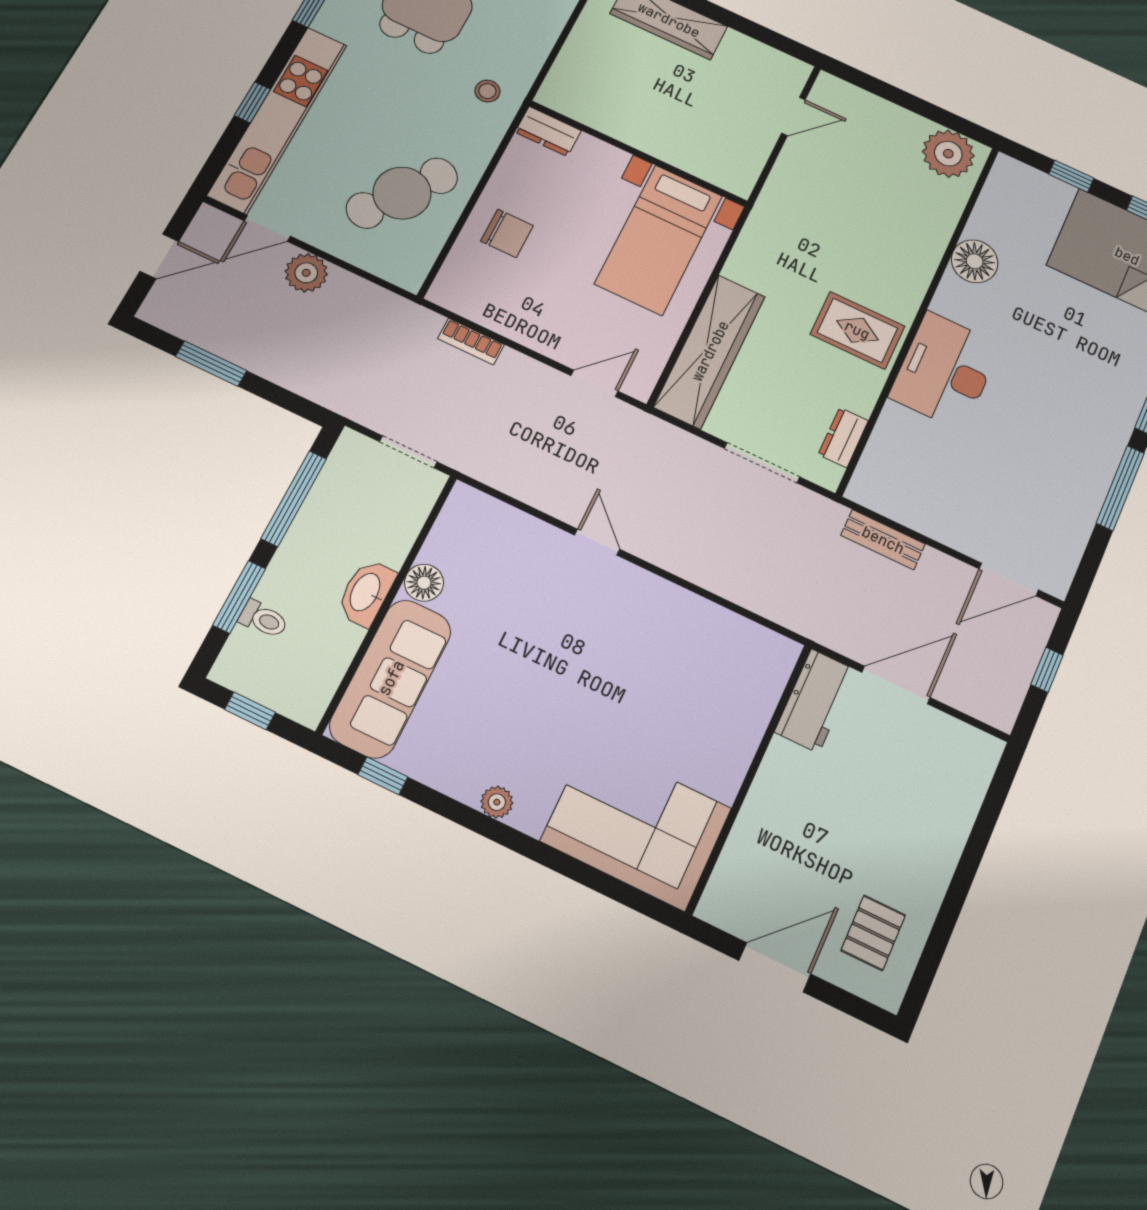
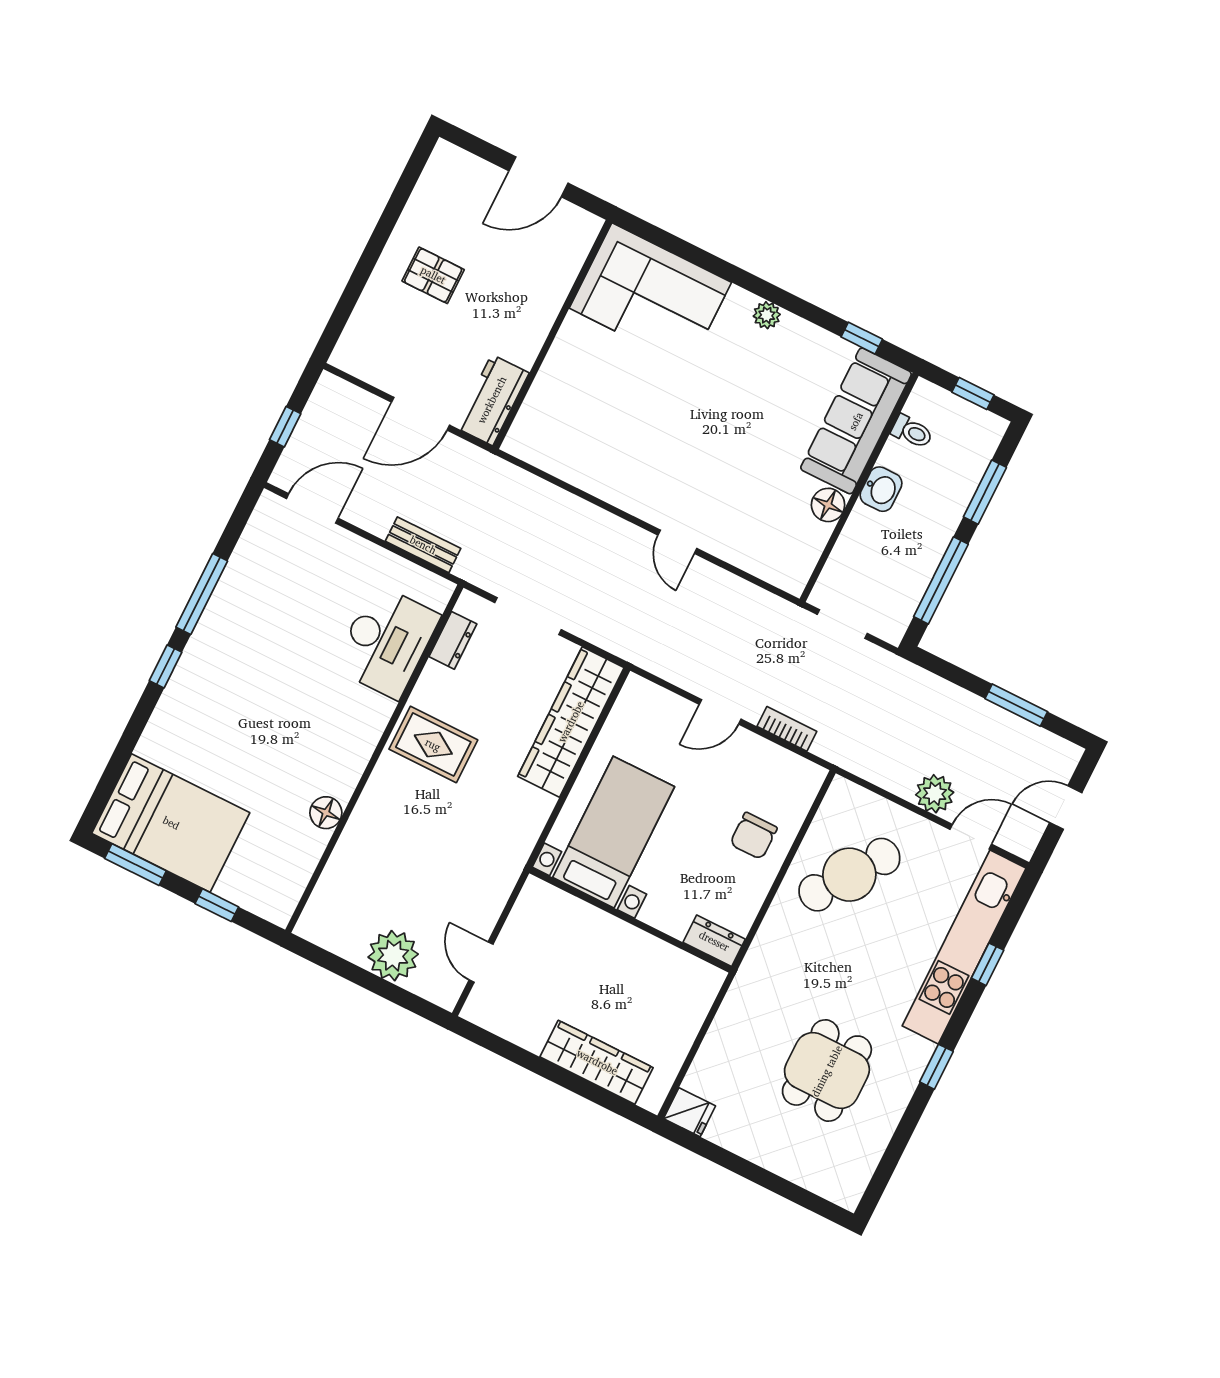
stool: (487, 91) -> (770, 982), removed
door: (793, 116) -> (481, 962), hinge flipped
plant: (948, 154) -> (393, 956), moved
chair: (507, 233) -> (754, 836), turned -90
floor lamp: (975, 261) -> (326, 813), width x0.73, depth x0.73
desk: (945, 371) -> (387, 641), moved
door: (594, 383) -> (720, 712), moved
washbasin: (366, 593) -> (881, 489), width x0.72
toilet: (264, 619) -> (912, 432), moved, turned 180
pallet: (873, 933) -> (433, 275), moved, turned 90

